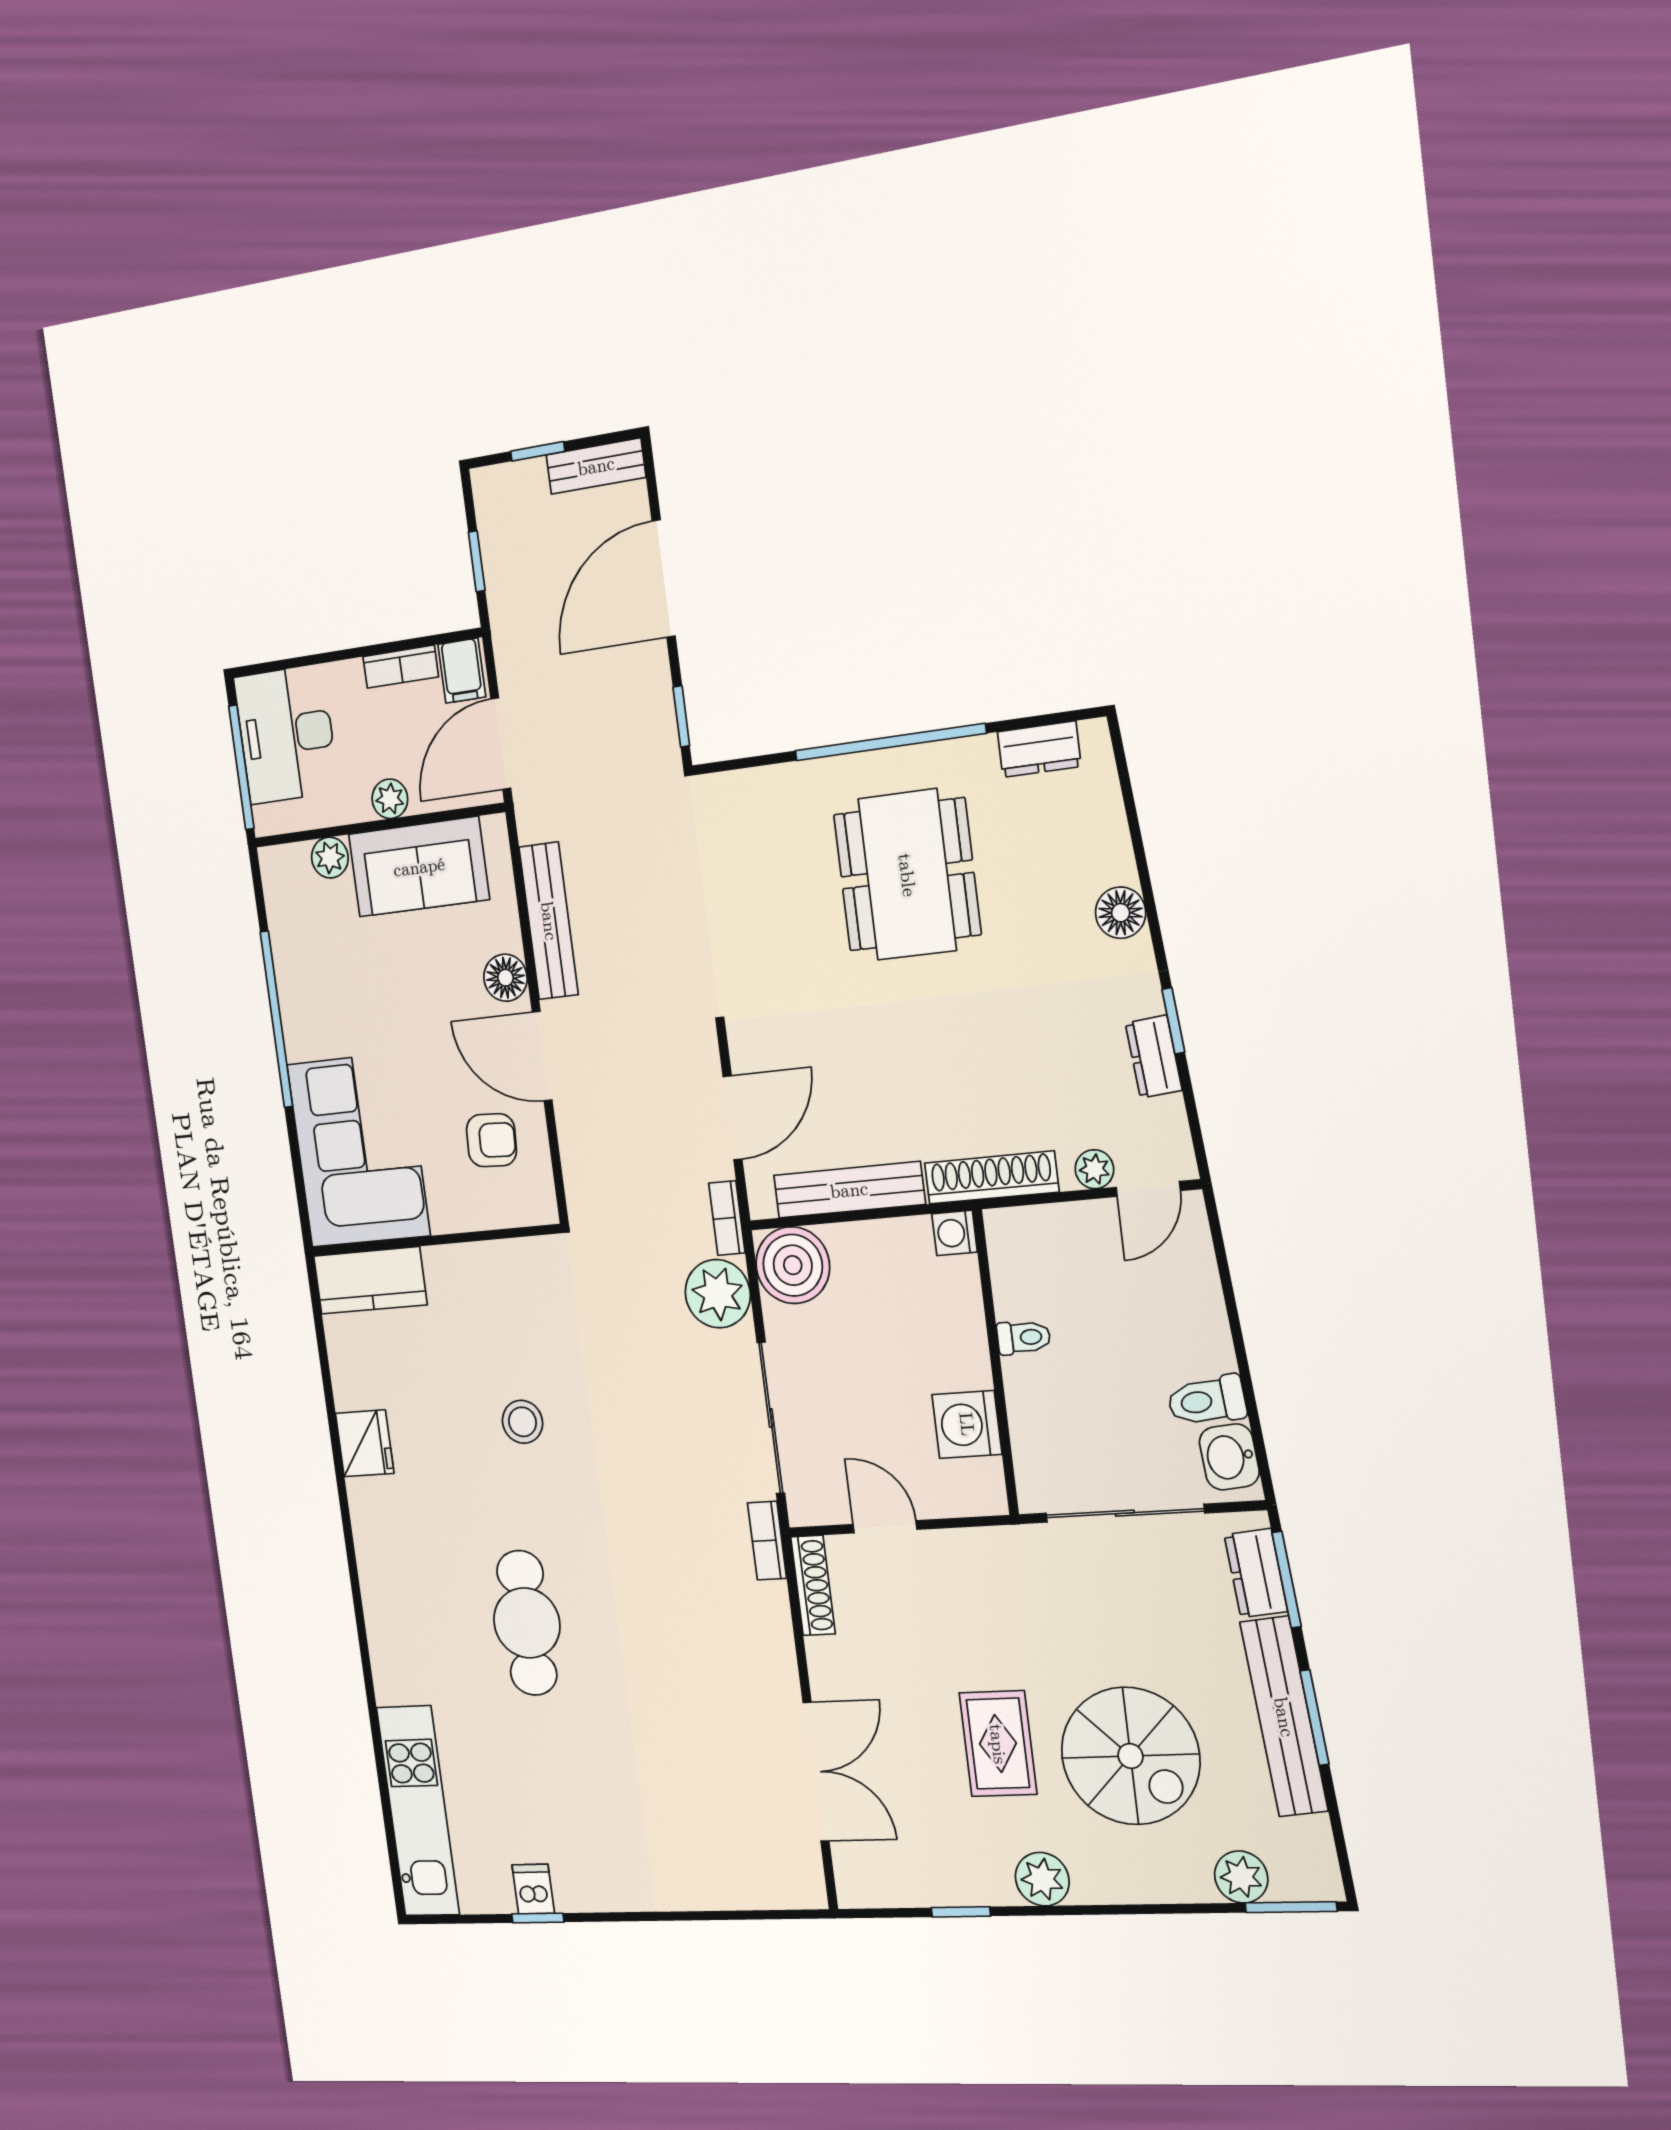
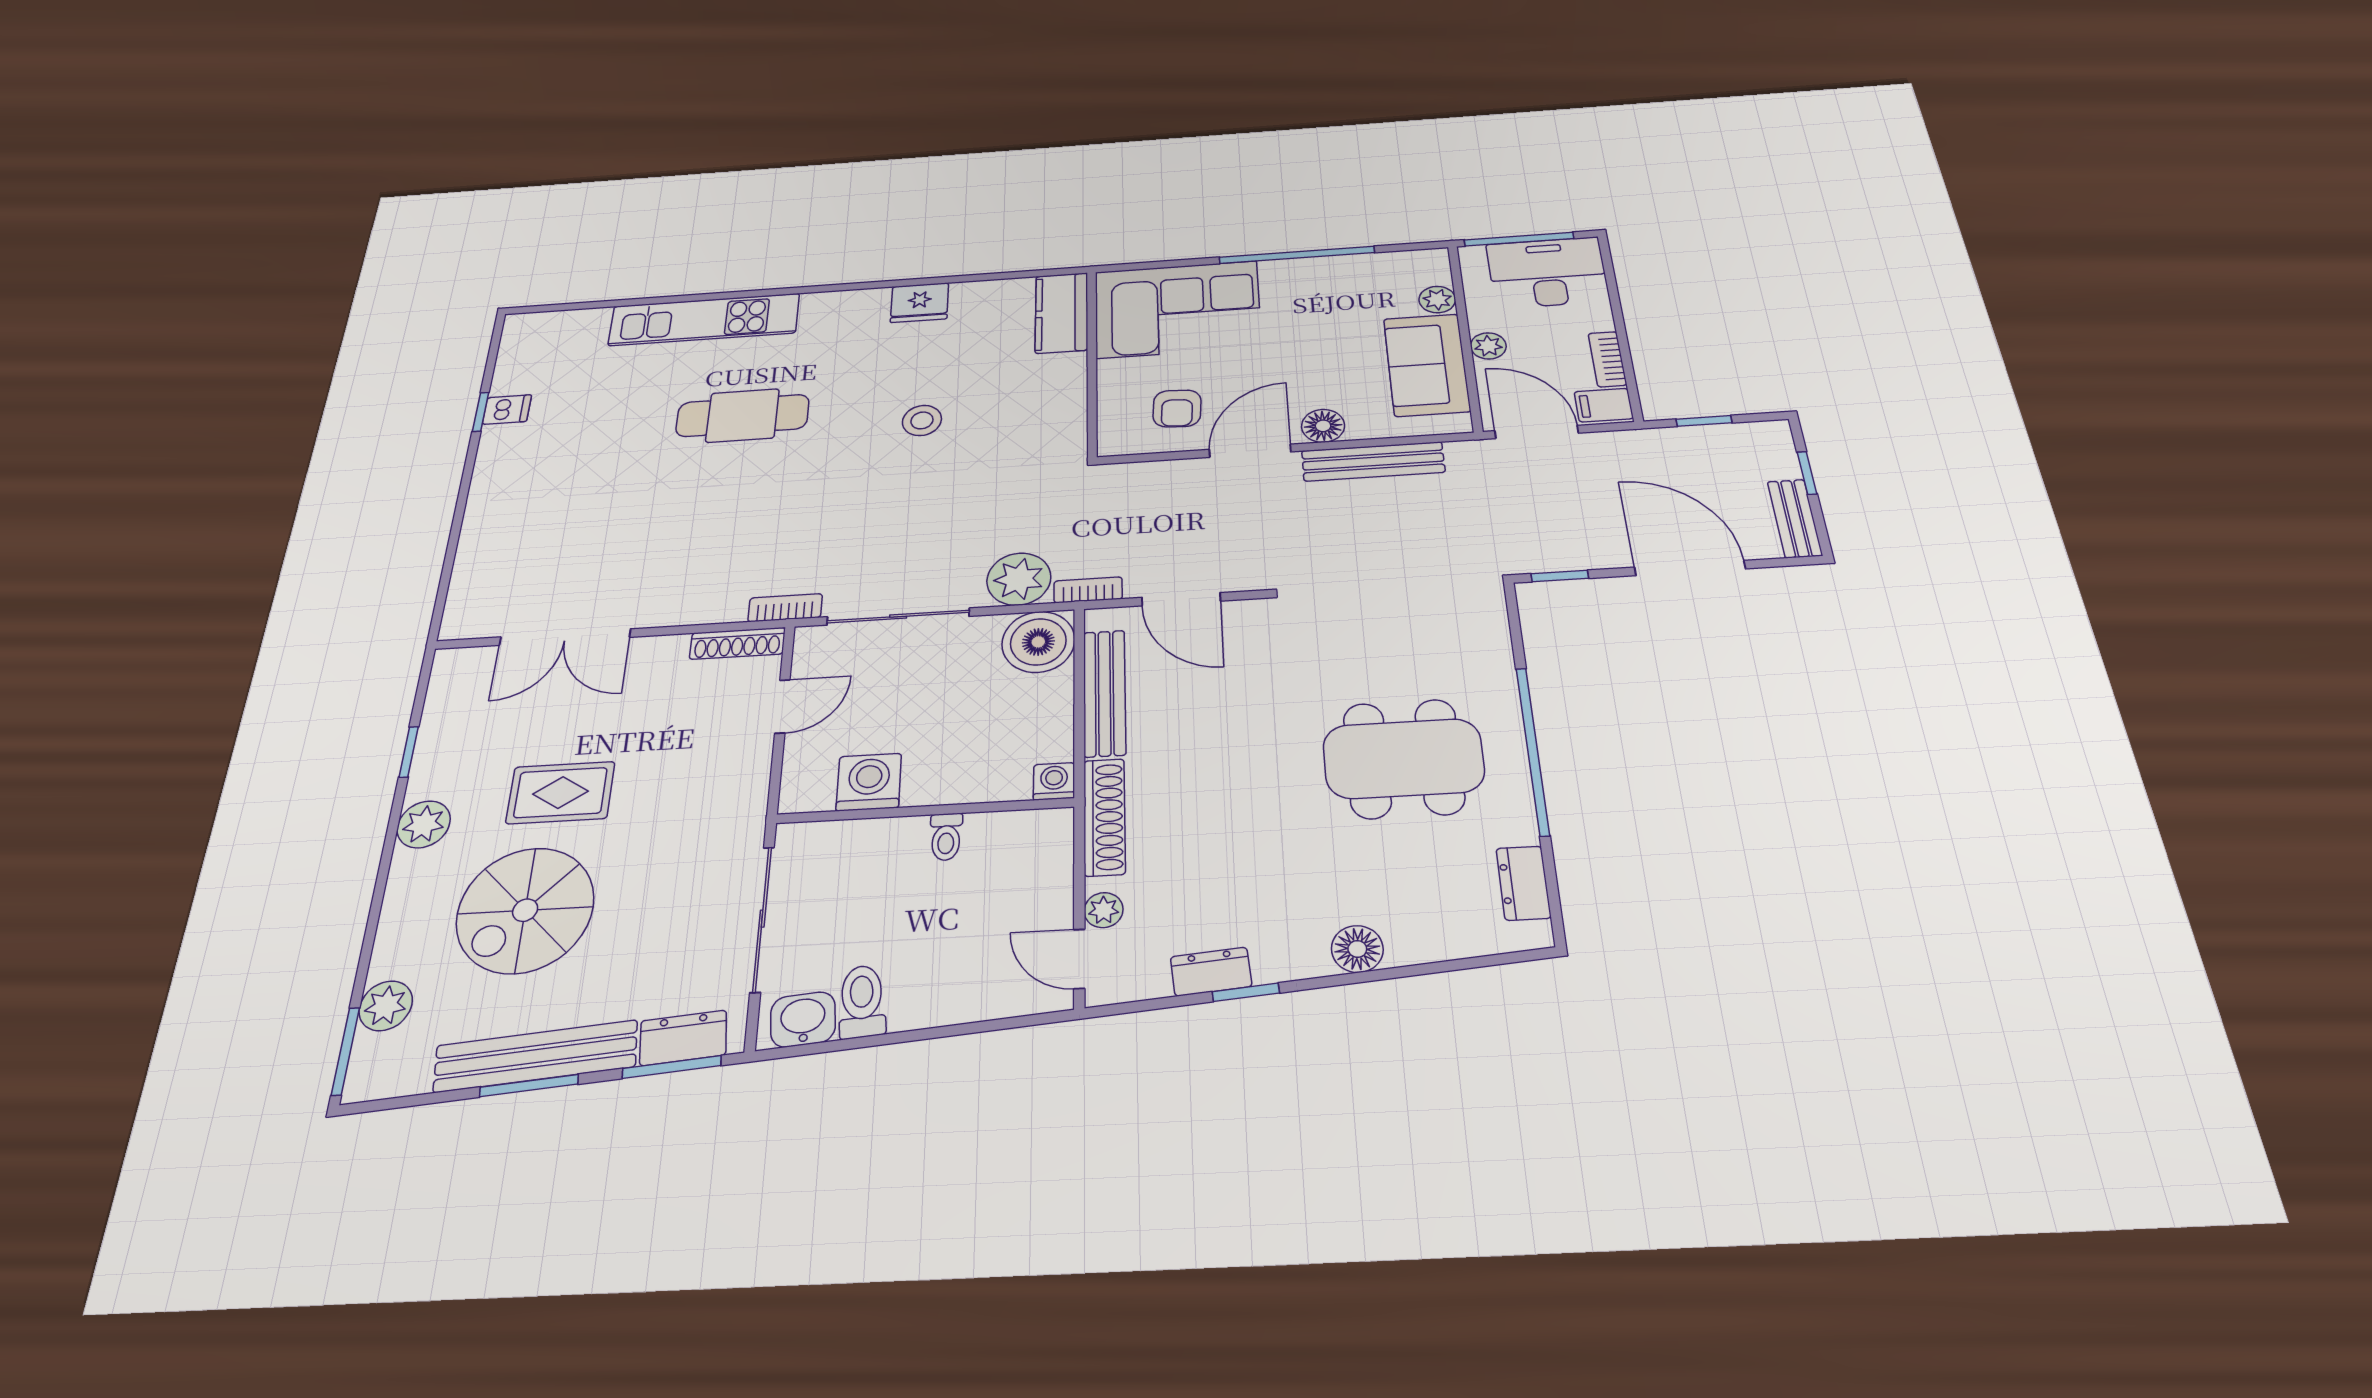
kitchen unit: (418, 1811) -> (704, 320), moved

